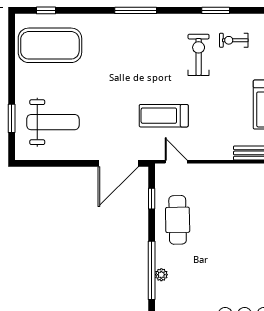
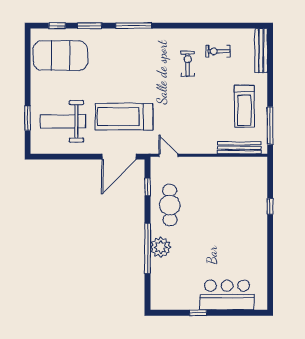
window: (216, 10) -> (90, 26), moved
exercise bike: (199, 55) -> (188, 64), width x0.73, depth x0.72
treadmill: (164, 116) -> (124, 117), moved, width x1.37, depth x1.38
weight bench: (53, 122) -> (63, 121), turned 180
plant: (161, 275) -> (161, 247), width x1.87, depth x1.87

